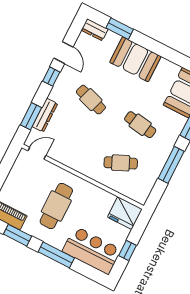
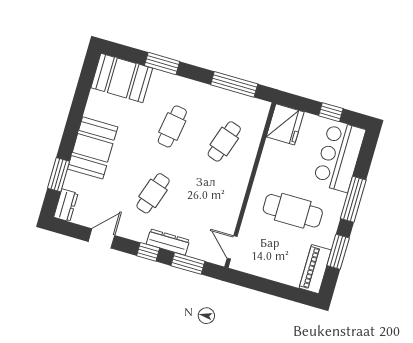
window: (51, 77) -> (148, 252), moved
dresser: (45, 115) -> (168, 242), moved
cafe table: (121, 163) -> (224, 141), turned 42
window: (171, 165) -> (234, 84), moved

